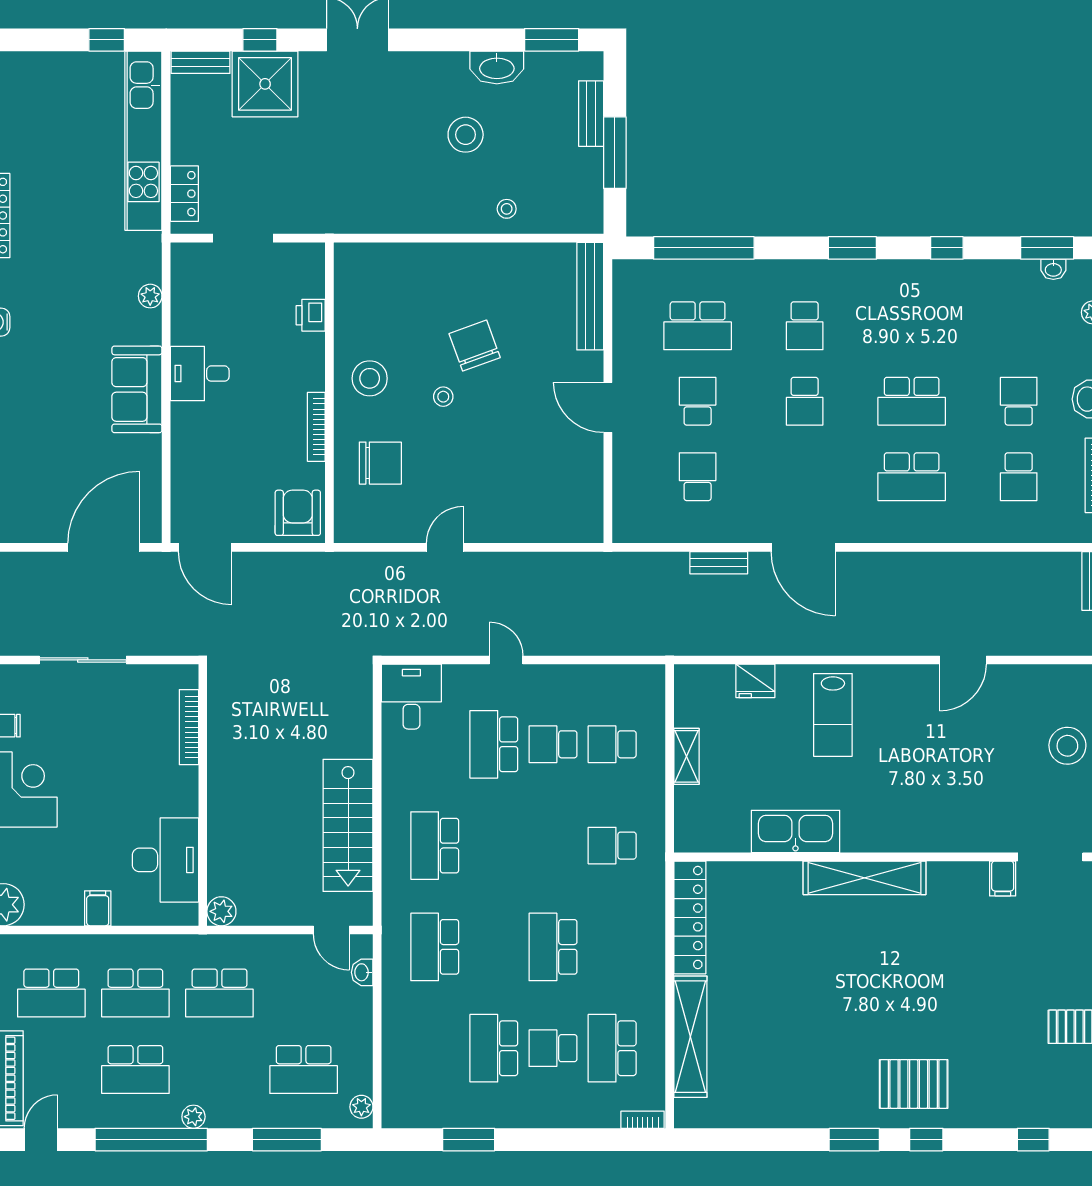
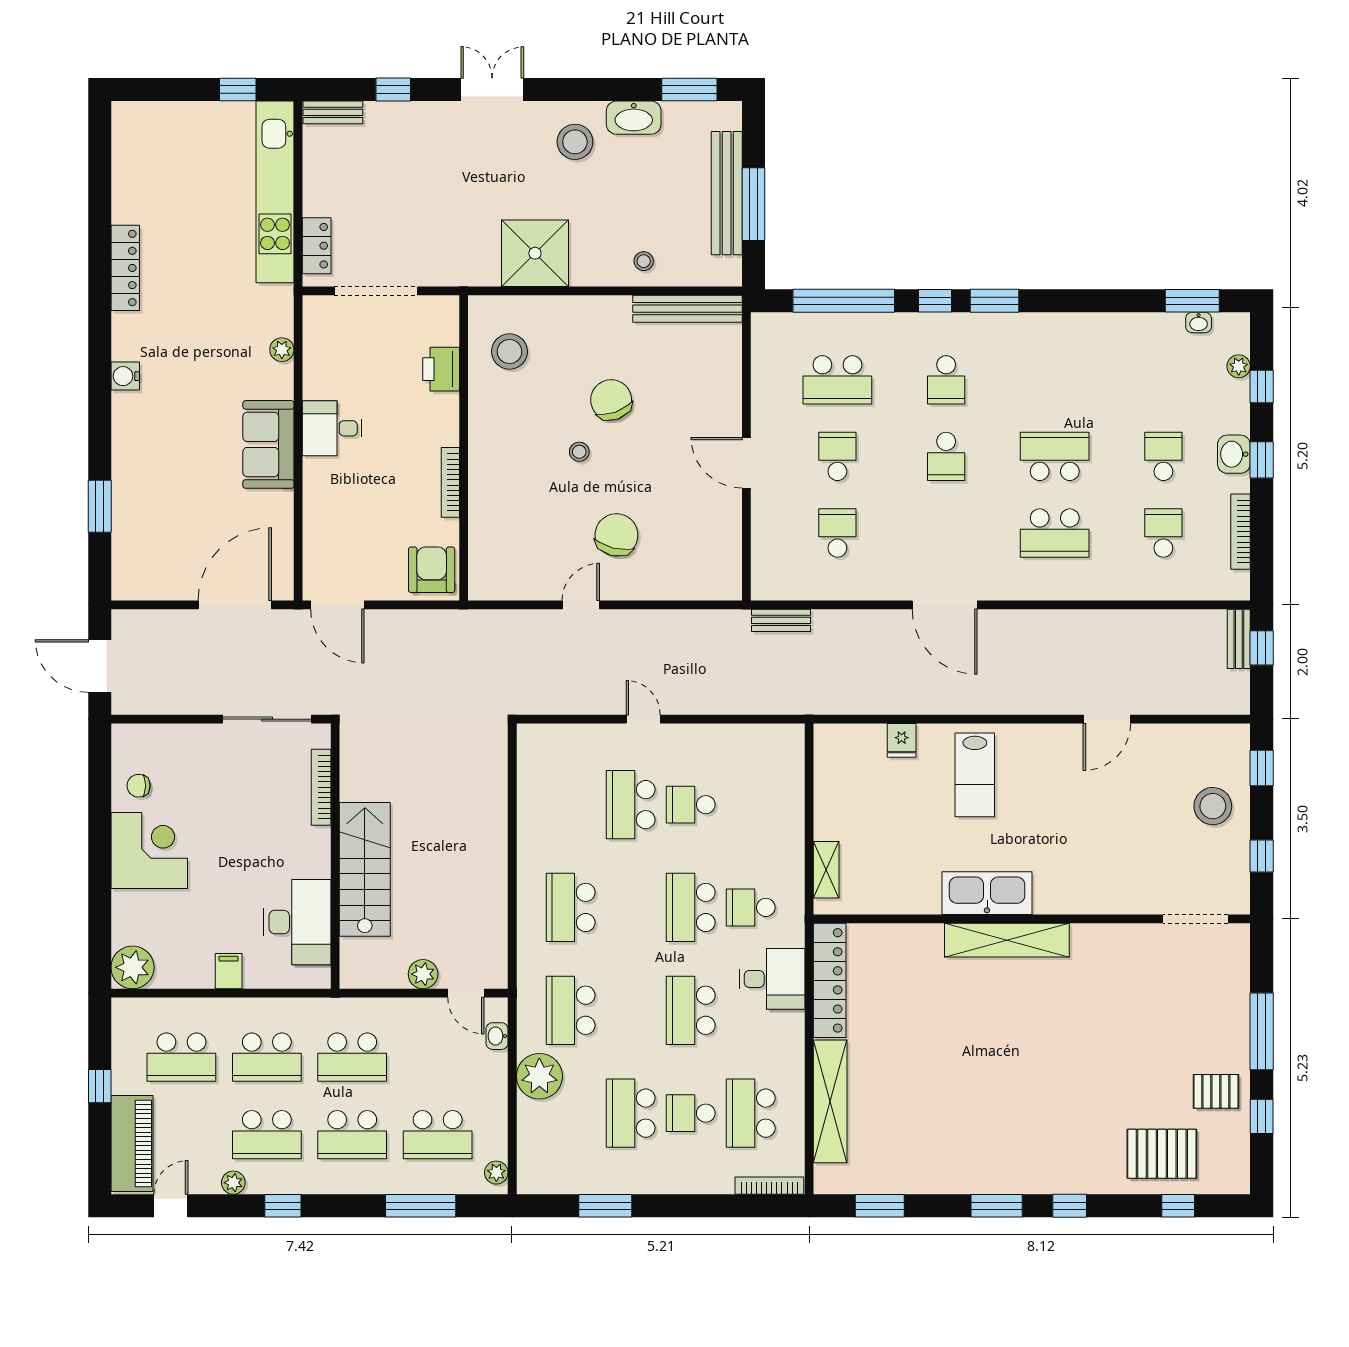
shower: (265, 84) -> (535, 253), moved
bench: (591, 114) -> (727, 193), width x1.86, depth x1.21
stool: (466, 135) -> (575, 142), moved
doorway: (243, 238) -> (376, 291), width x1.36
window: (947, 248) -> (935, 301), moved
bench: (590, 296) -> (687, 309), moved, turned 90
printer: (311, 315) -> (441, 369), width x1.36, depth x1.24
stool: (370, 378) -> (509, 352), moved
school desk: (912, 401) -> (1055, 456), turned 180
chair: (380, 463) -> (616, 535), moved, turned -76
school desk: (1019, 477) -> (1163, 533), turned 180
bench: (719, 563) -> (781, 620), moved
sliding door: (83, 660) -> (267, 719), moved
fridge: (755, 681) -> (902, 740), width x0.72
desk: (411, 697) -> (772, 979), moved, turned 90
school desk: (612, 744) -> (691, 907), moved, width x1.85
shelving: (686, 756) -> (826, 870), moved
stairs: (348, 825) -> (365, 869), moved, turned 180
kitchen sink: (795, 831) -> (987, 893), moved
filing cabinet: (1003, 878) -> (1147, 941), removed
plant: (221, 911) -> (423, 974), moved
plant: (404, 1012) -> (539, 1076), added
school desk: (219, 1070) -> (352, 1135), added
pallet: (914, 1084) -> (1162, 1154), moved
plant: (193, 1117) -> (233, 1183), moved
bookcase: (643, 1120) -> (769, 1186), width x1.56
window: (151, 1140) -> (283, 1206), width x0.32
window: (739, 1140) -> (880, 1206), added

